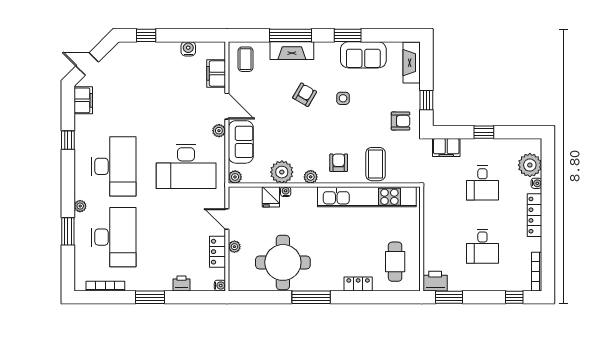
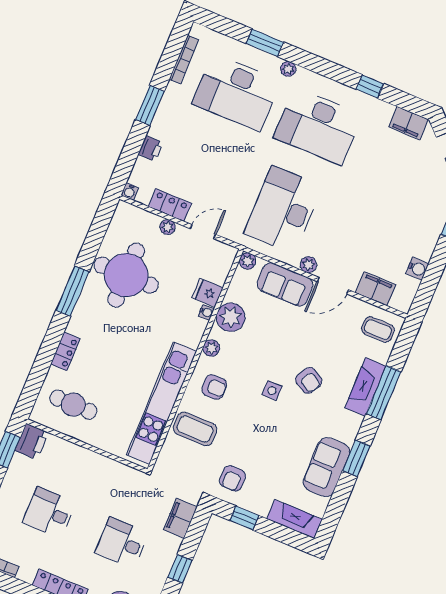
side table: (343, 98) -> (272, 391), moved

